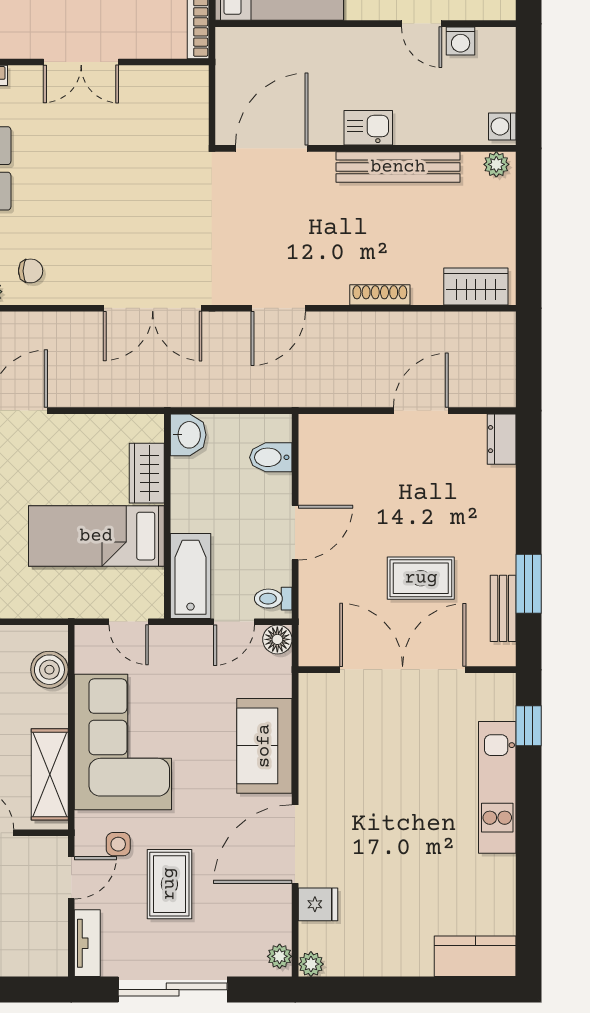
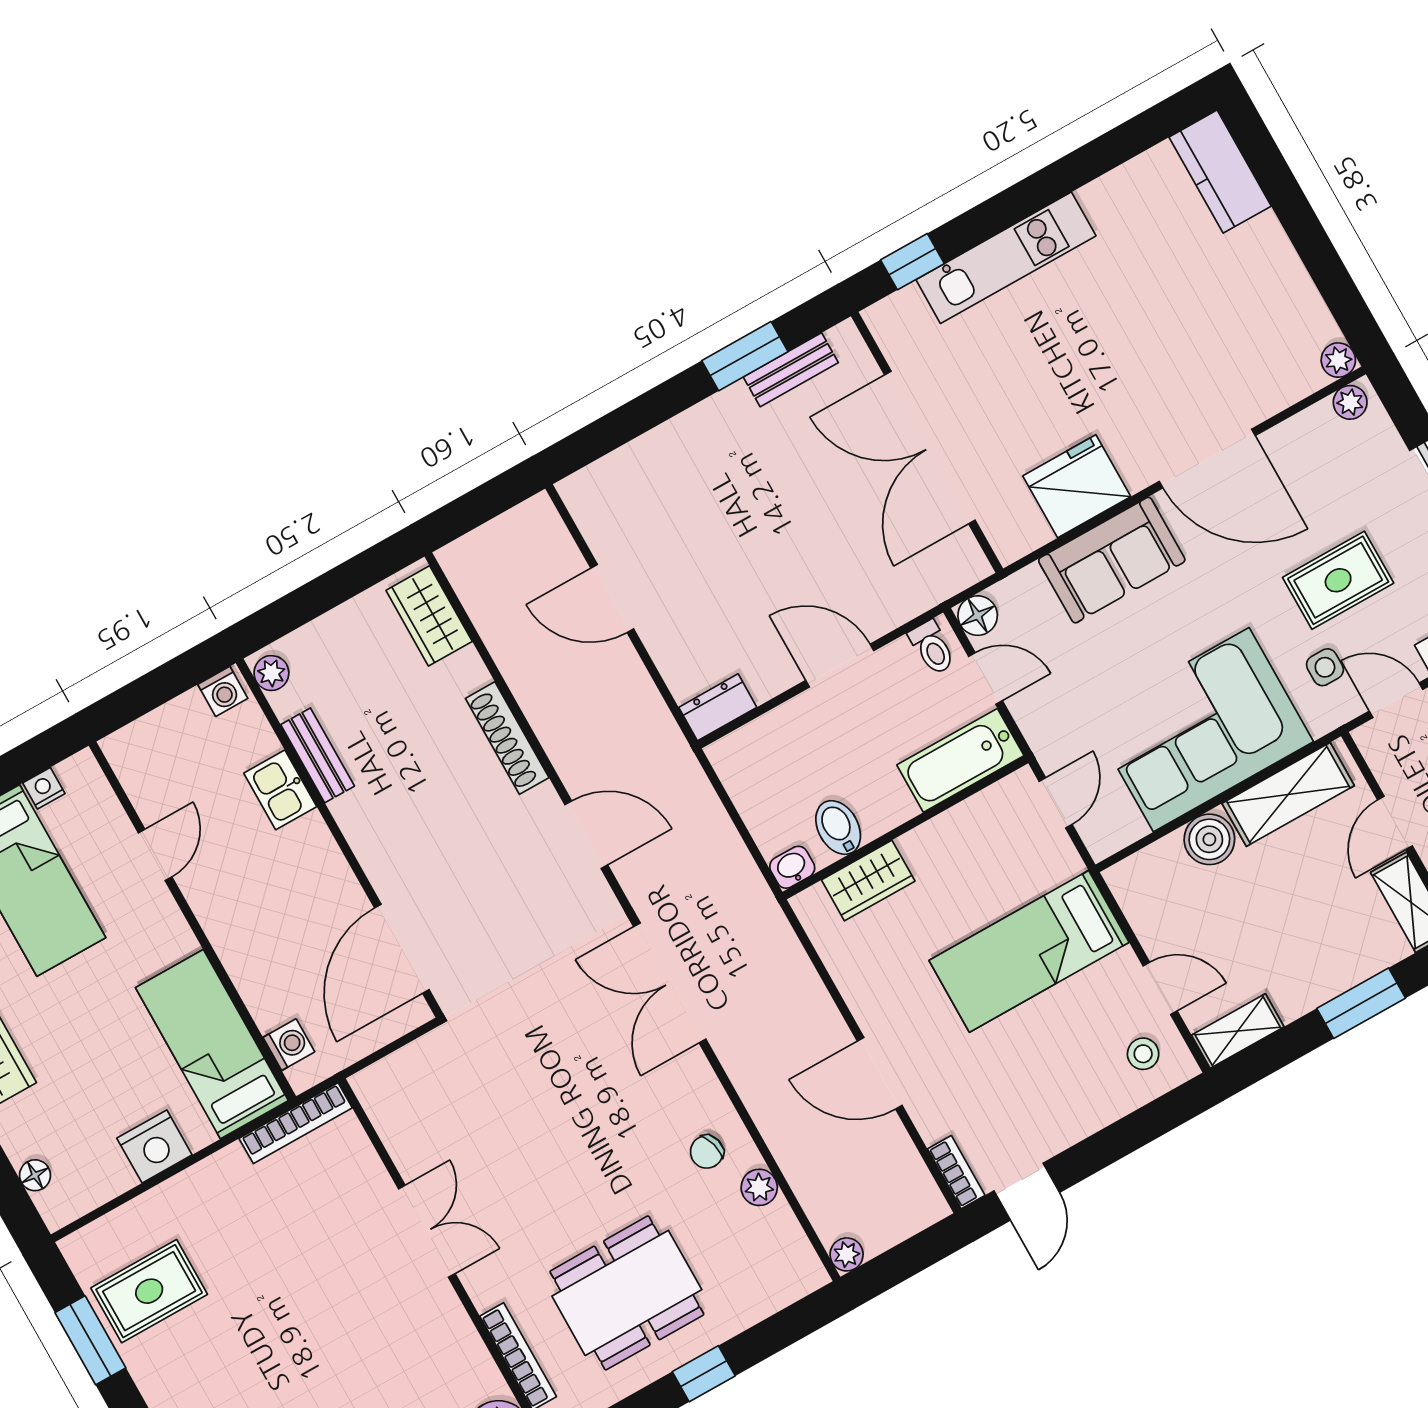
washing machine: (461, 41) -> (289, 1045), moved
kitchen sink: (368, 128) -> (280, 790), moved
door: (272, 148) -> (402, 949), hinge flipped
bench: (398, 167) -> (318, 755), width x0.54, depth x0.82
chair: (31, 271) -> (707, 1152), turned -105
shoe rack: (380, 295) -> (507, 738), width x1.36, depth x1.24
double door: (153, 308) -> (670, 983), swing flipped
washbasin: (188, 435) -> (792, 867), width x0.72, depth x0.69
dresser: (502, 439) -> (718, 707), moved, turned 180
bidet: (271, 457) -> (838, 827), moved, turned 180
bed: (96, 536) -> (1029, 951), moved, turned 90
rug: (421, 578) -> (810, 487), removed
boiler: (49, 670) -> (1209, 839), moved
fridge: (318, 904) -> (1077, 486), moved, width x1.88, depth x1.34

